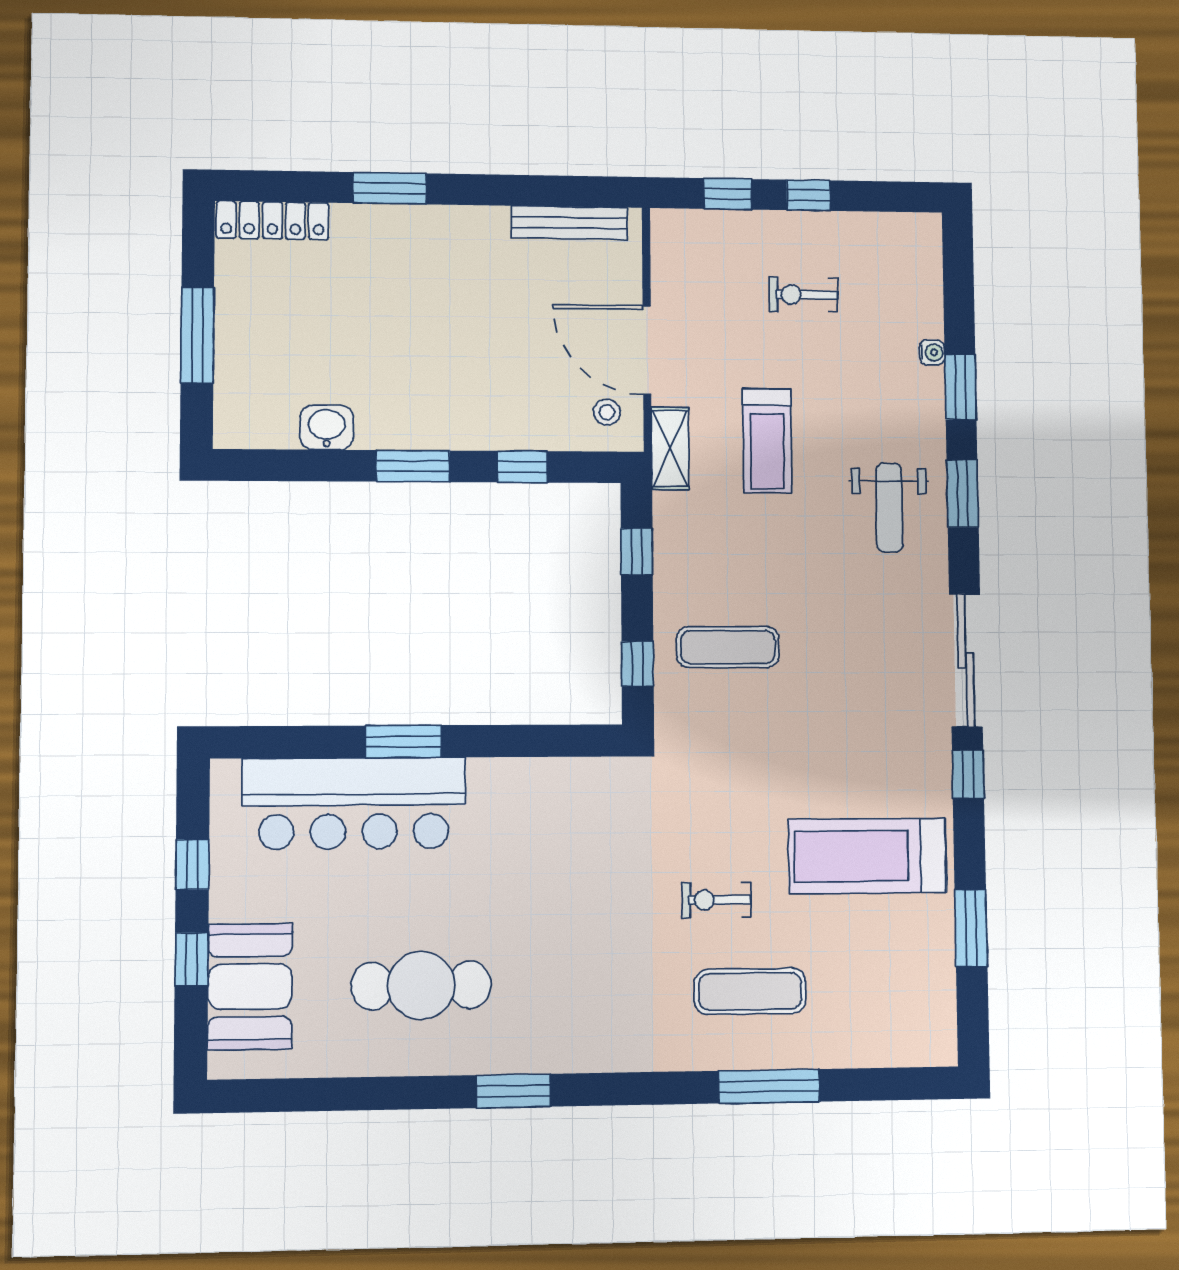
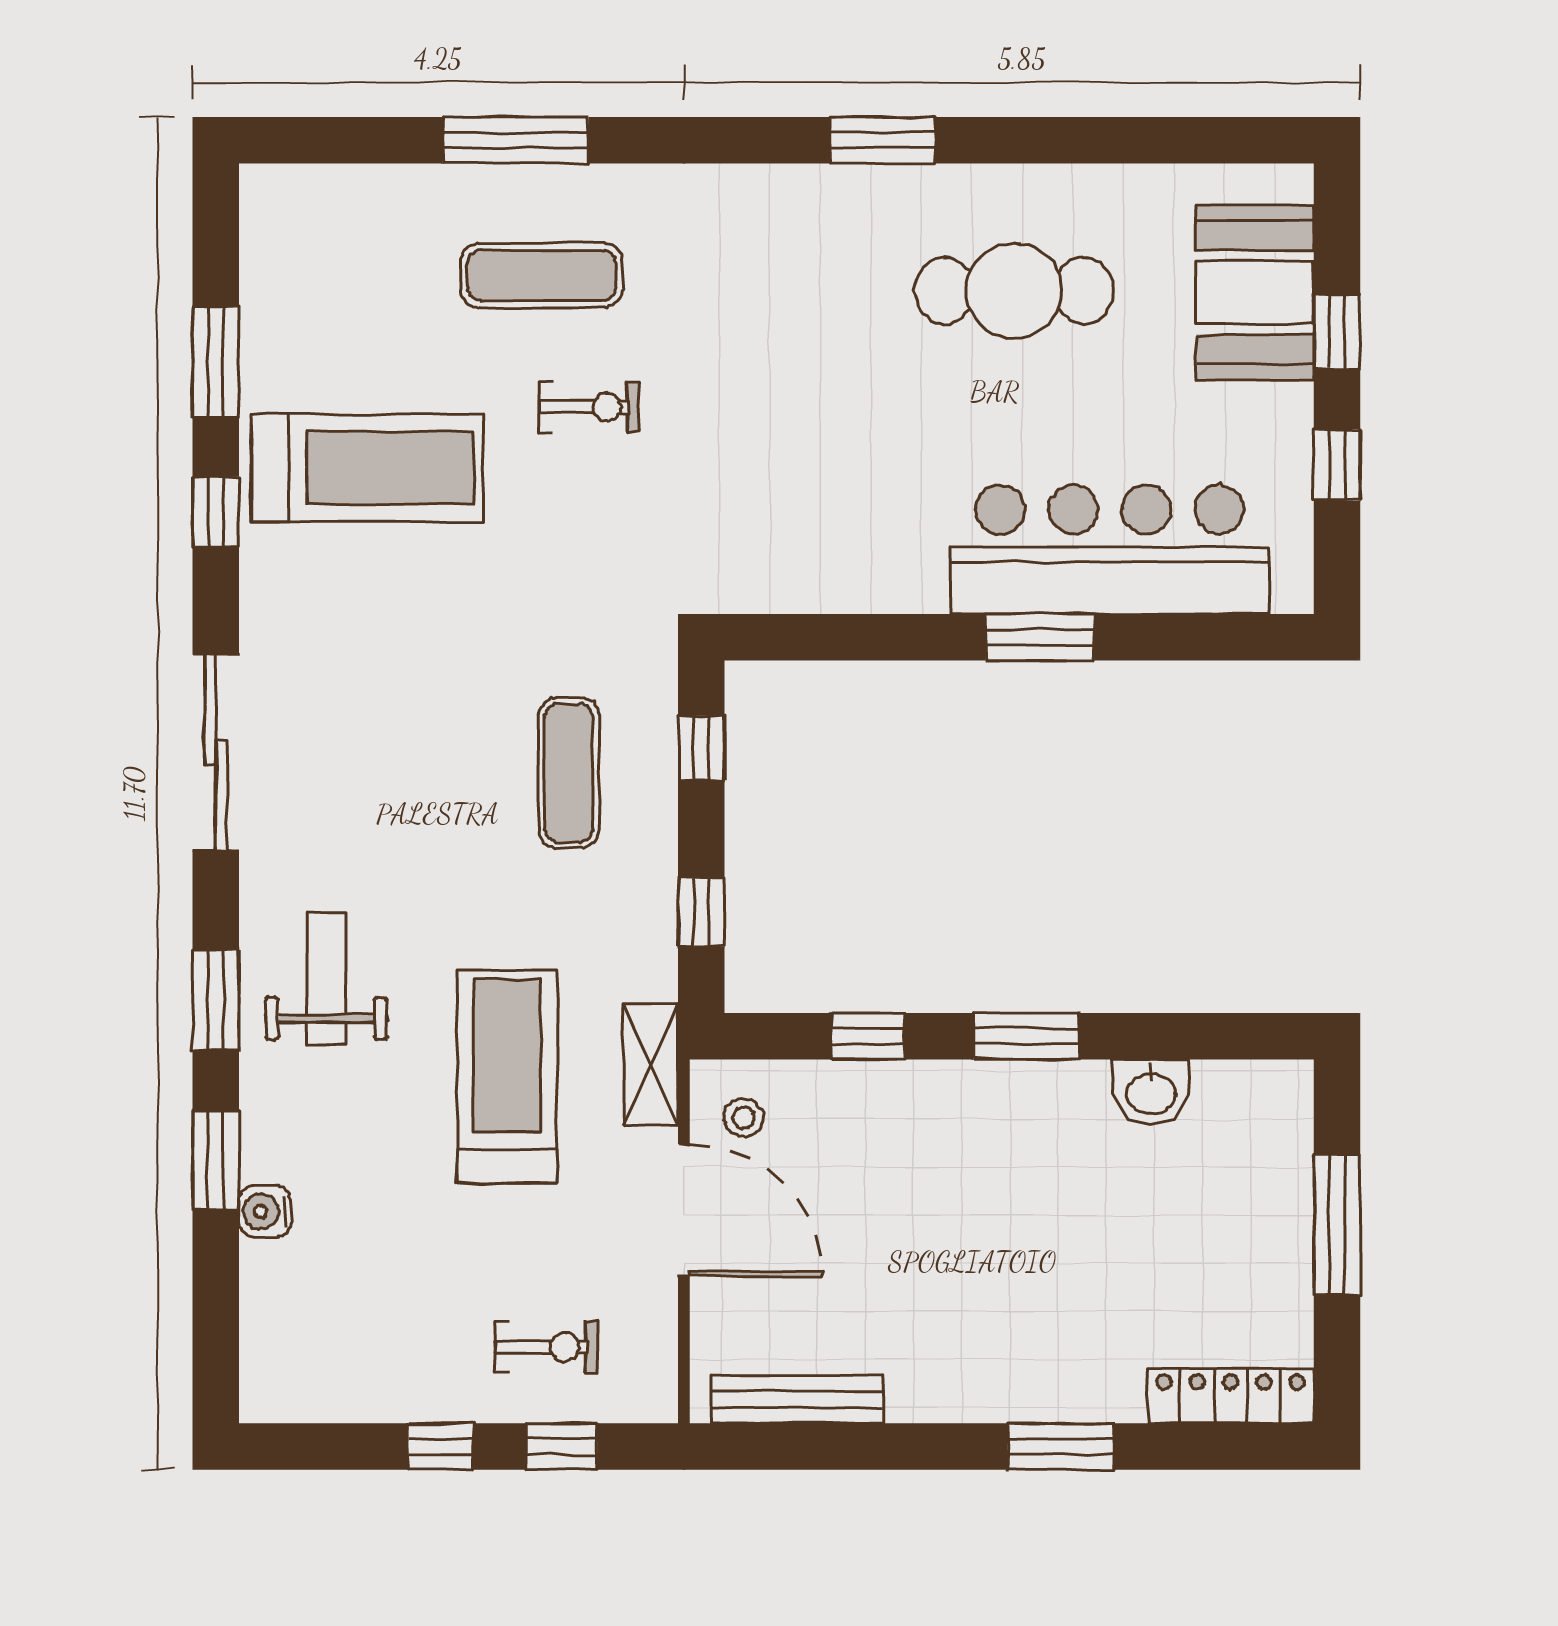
exercise bike: (803, 295) -> (546, 1347), moved
water cooler: (932, 352) -> (265, 1211), width x1.38, depth x1.38
treadmill: (767, 441) -> (507, 1077), width x1.37, depth x1.38
exercise mat: (728, 647) -> (569, 773), turned 90
window: (968, 774) -> (216, 512), moved

